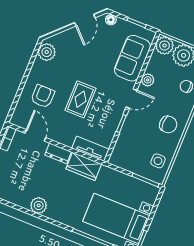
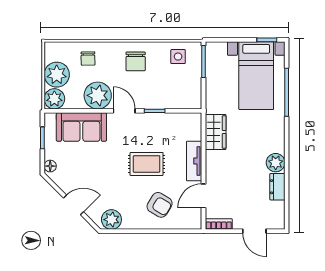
door: (85, 20) -> (73, 205), moved
plant: (148, 80) -> (98, 95), width x1.88, depth x1.88
armchair: (43, 96) -> (160, 205), turned -149
chair: (168, 124) -> (136, 61), turned 180
tv unit: (90, 149) -> (194, 161), moved
dresser: (58, 153) -> (277, 187), moved, turned 180

